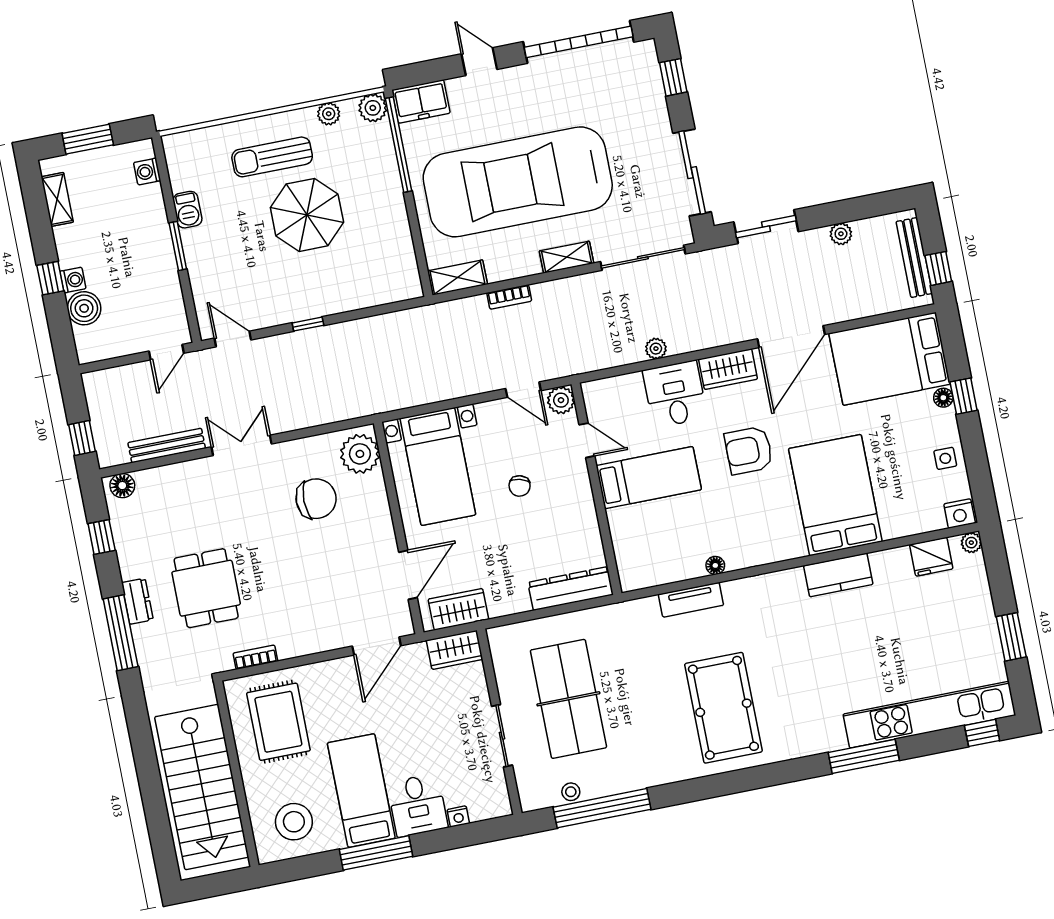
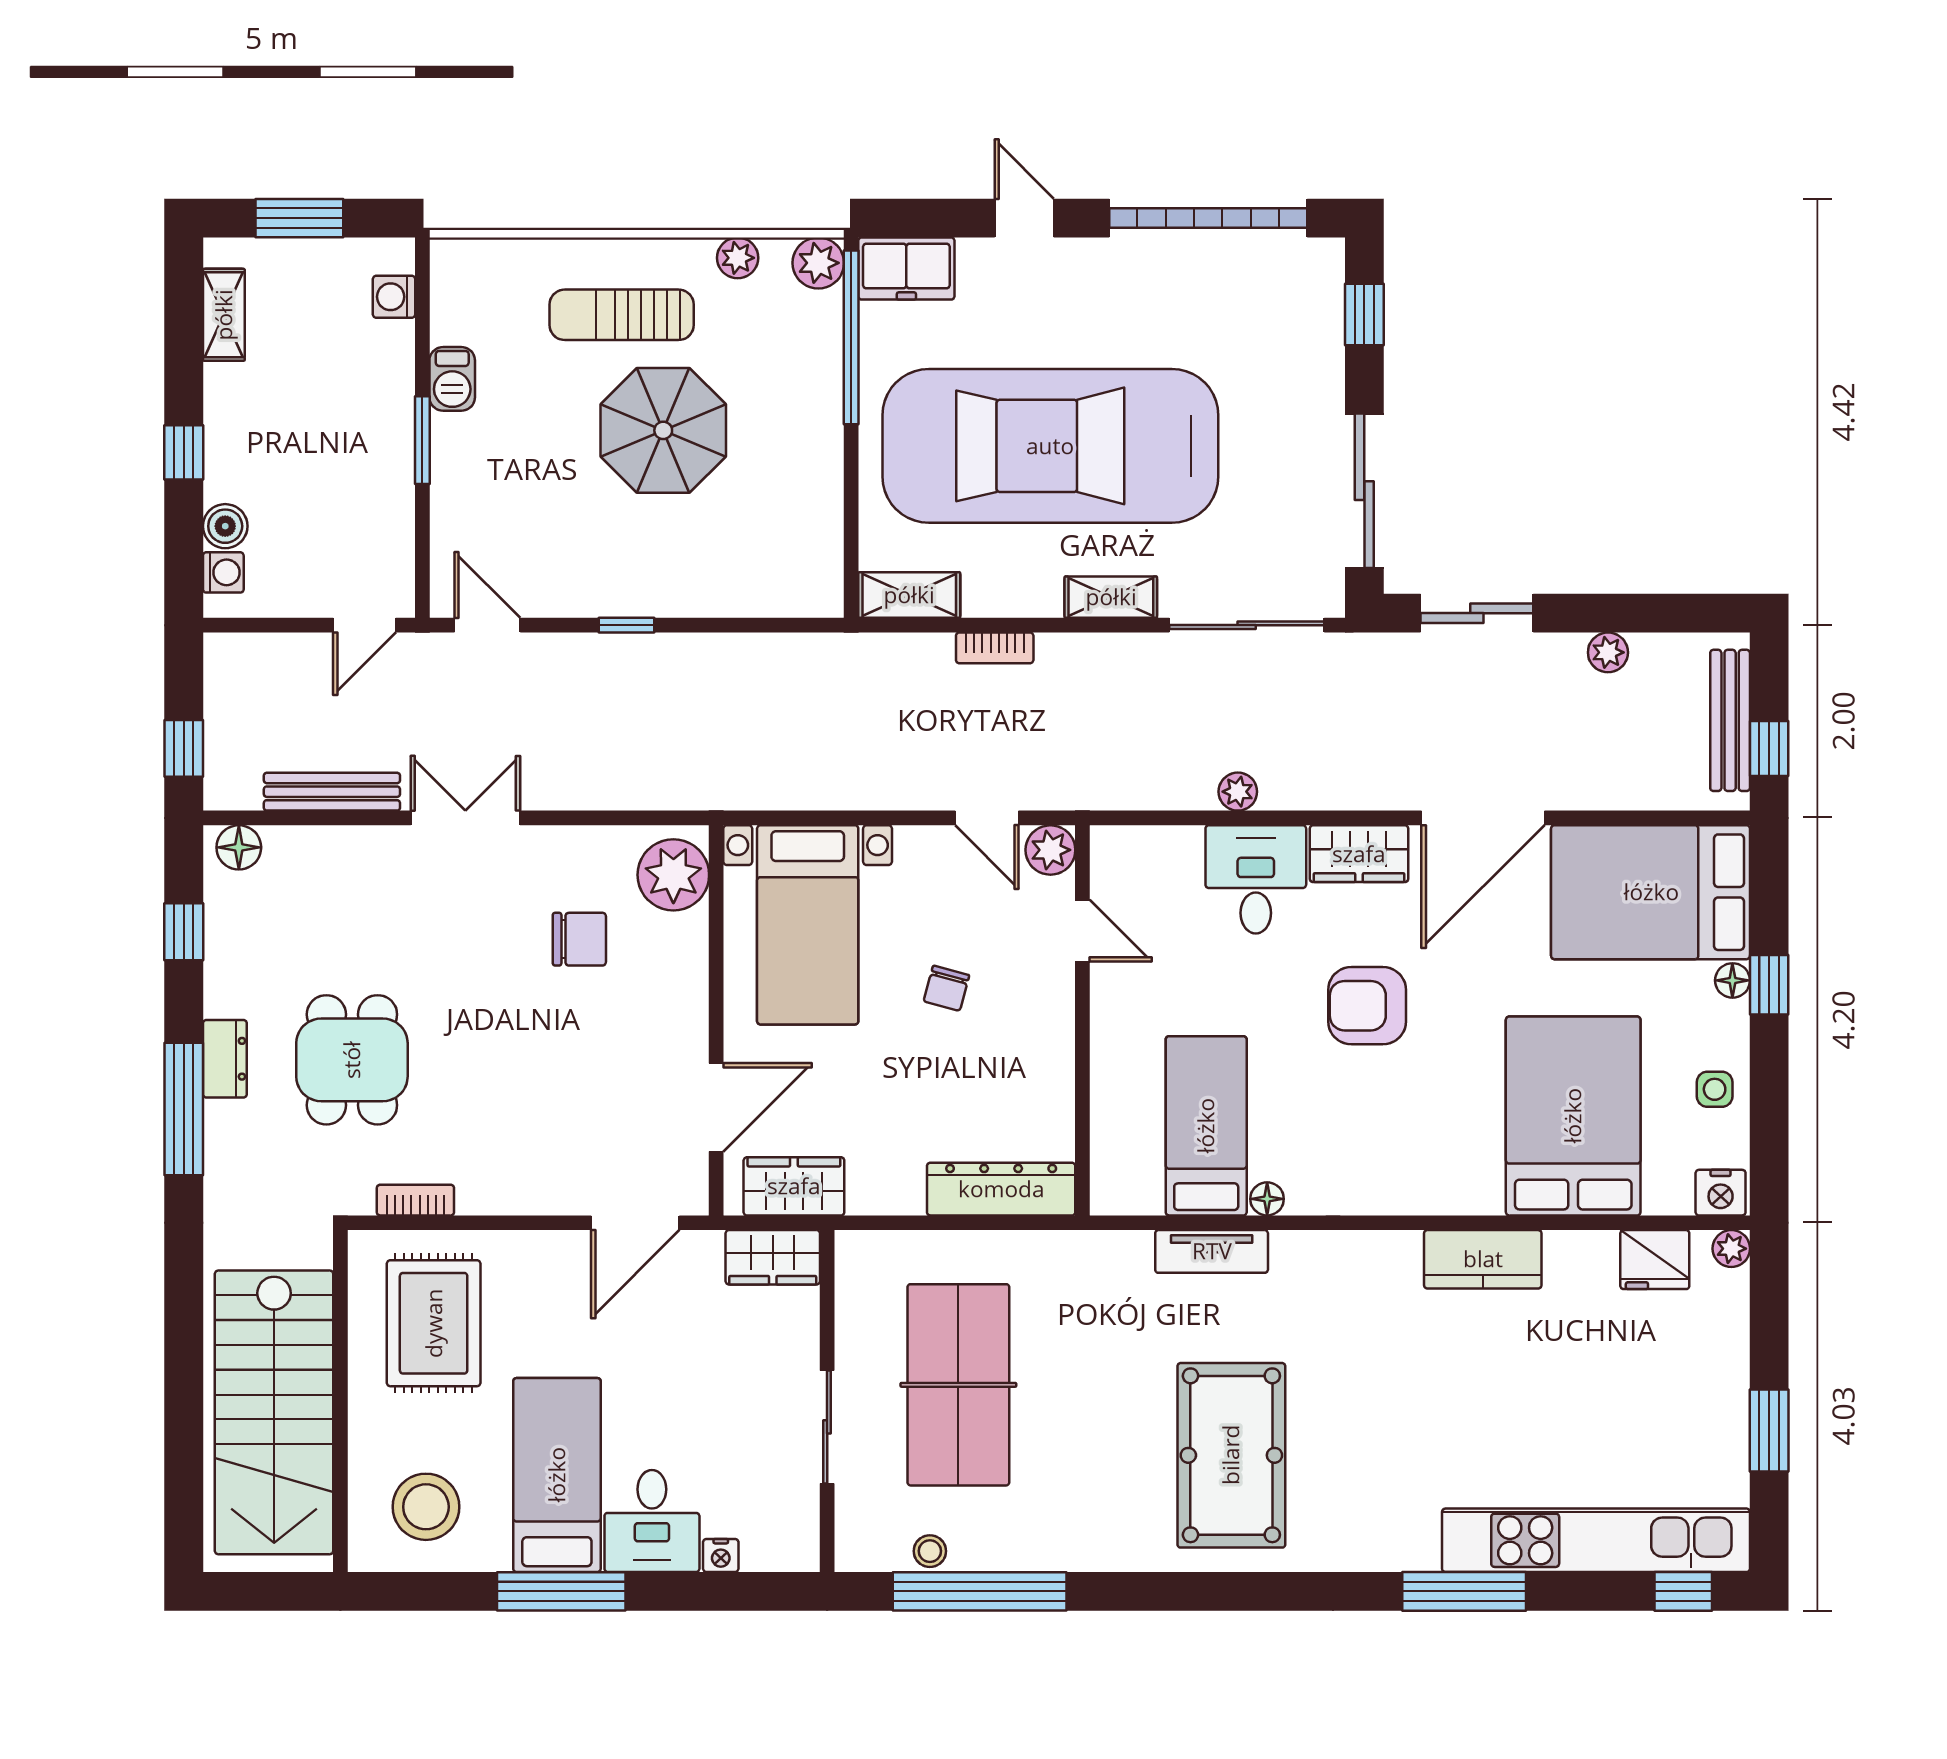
washing machine: (73, 280) -> (223, 572), moved
boiler: (84, 308) -> (225, 526), width x0.73, depth x0.73
bed: (649, 478) -> (1206, 1126), moved, turned -90
bed: (835, 495) -> (1573, 1116), moved
chair: (316, 499) -> (579, 939), width x0.73, depth x0.73

